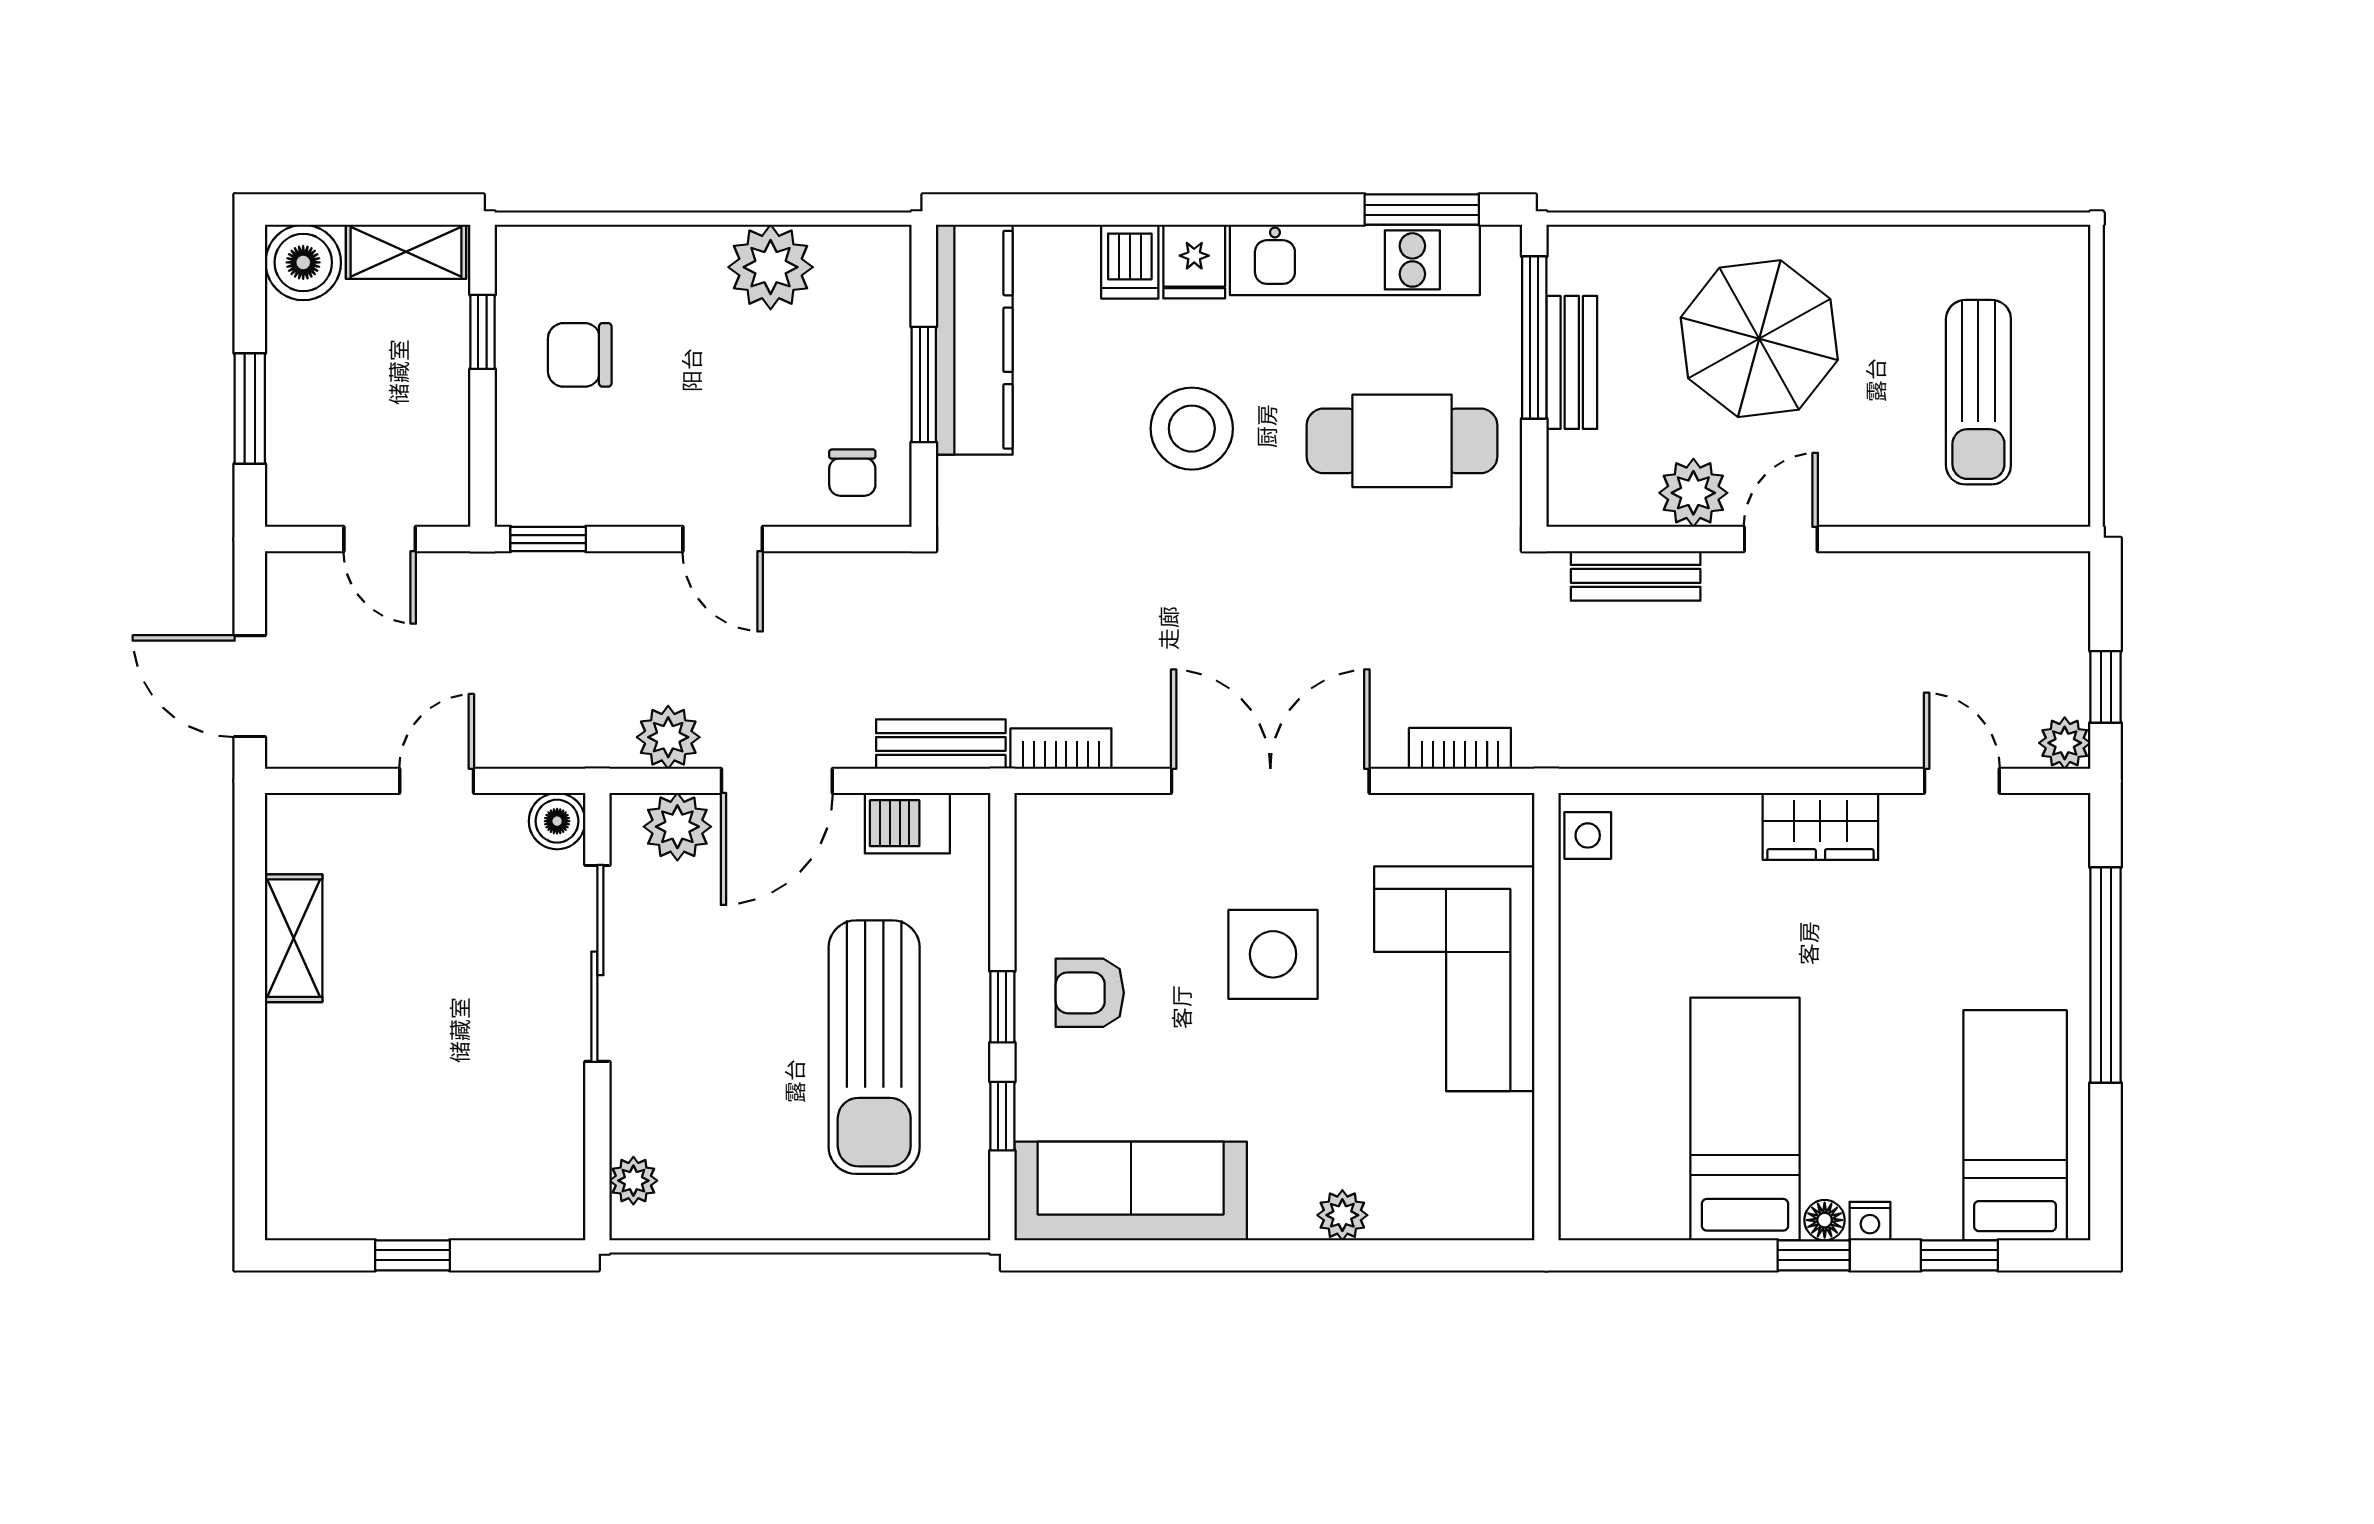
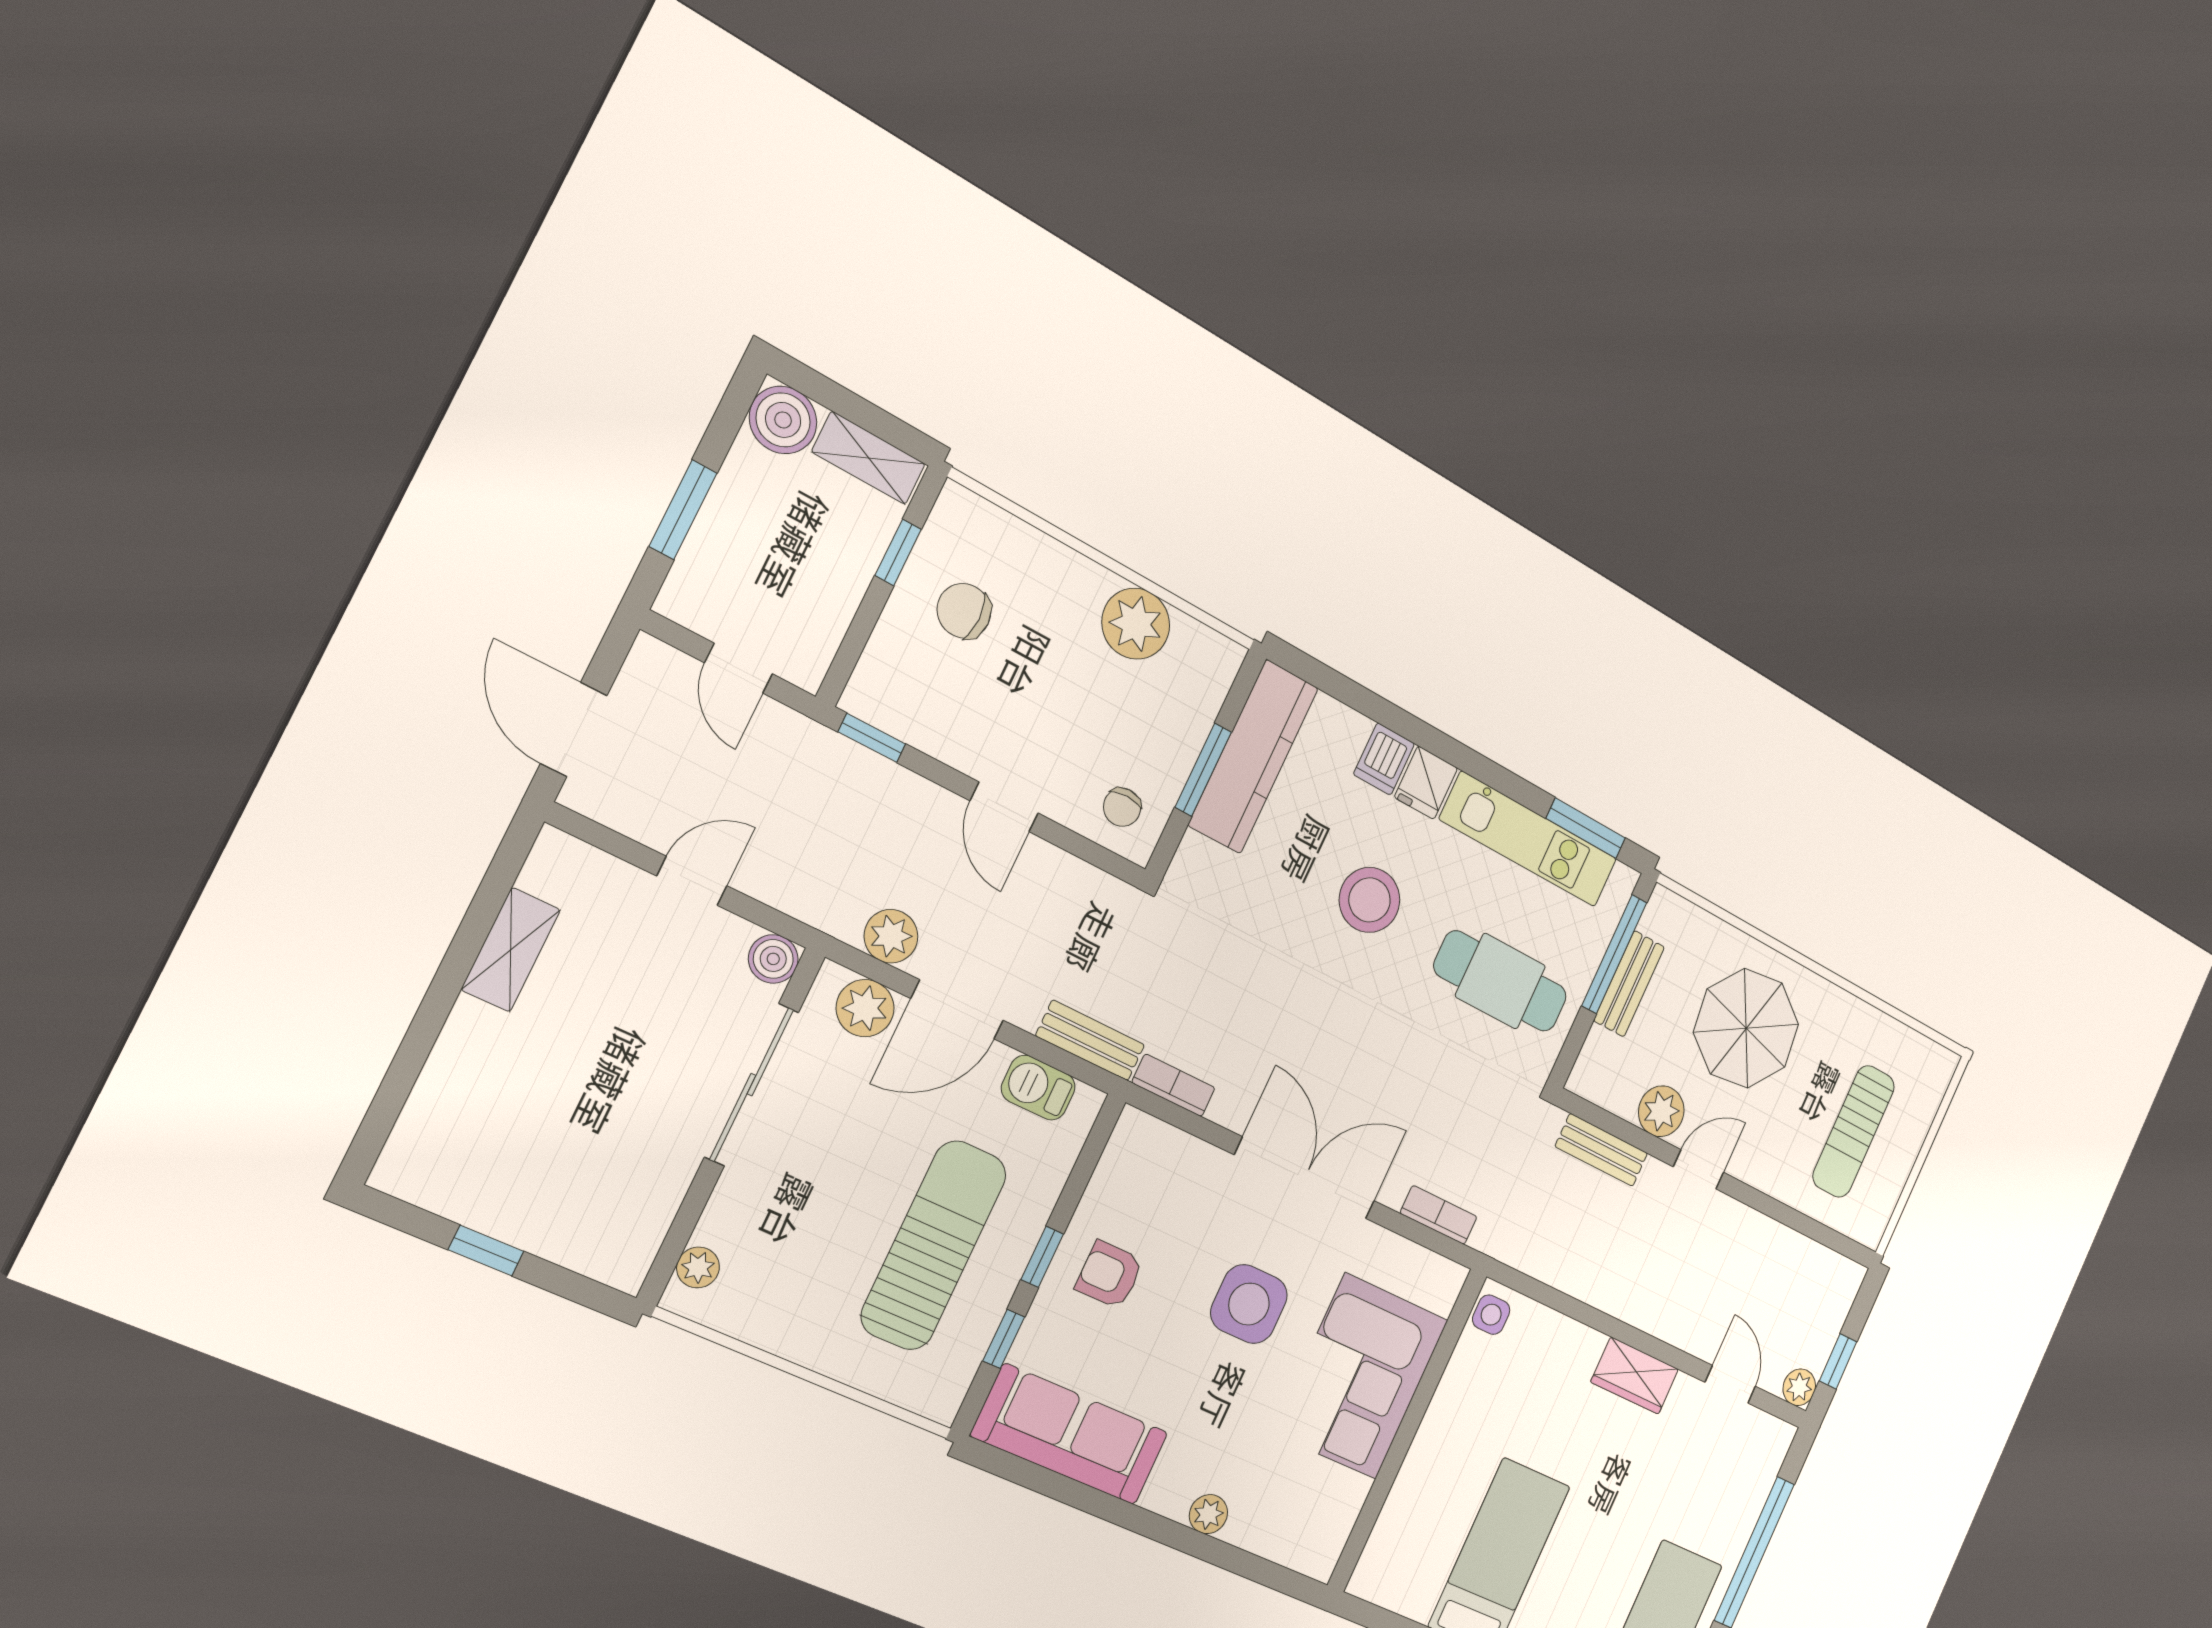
sun lounger: (874, 1047) -> (934, 1245), turned 180

